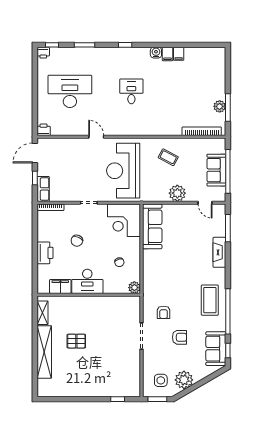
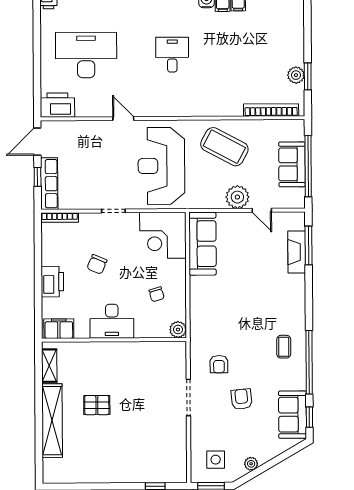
window: (228, 107) -> (308, 76), width x0.69
printer: (44, 130) -> (57, 105), width x1.87, depth x1.48
coffee table: (168, 157) -> (224, 147), width x1.86, depth x1.72
row of seats: (43, 189) -> (49, 184), width x1.48
door: (205, 203) -> (262, 210), moved
fireplace: (219, 252) -> (297, 252), moved
filing cabinet: (60, 286) -> (59, 329), moved
coffee table: (210, 300) -> (284, 347), width x0.54, depth x0.58
armchair: (180, 337) -> (242, 399), turned -96
plant: (184, 380) -> (251, 464), width x0.53, depth x0.53

